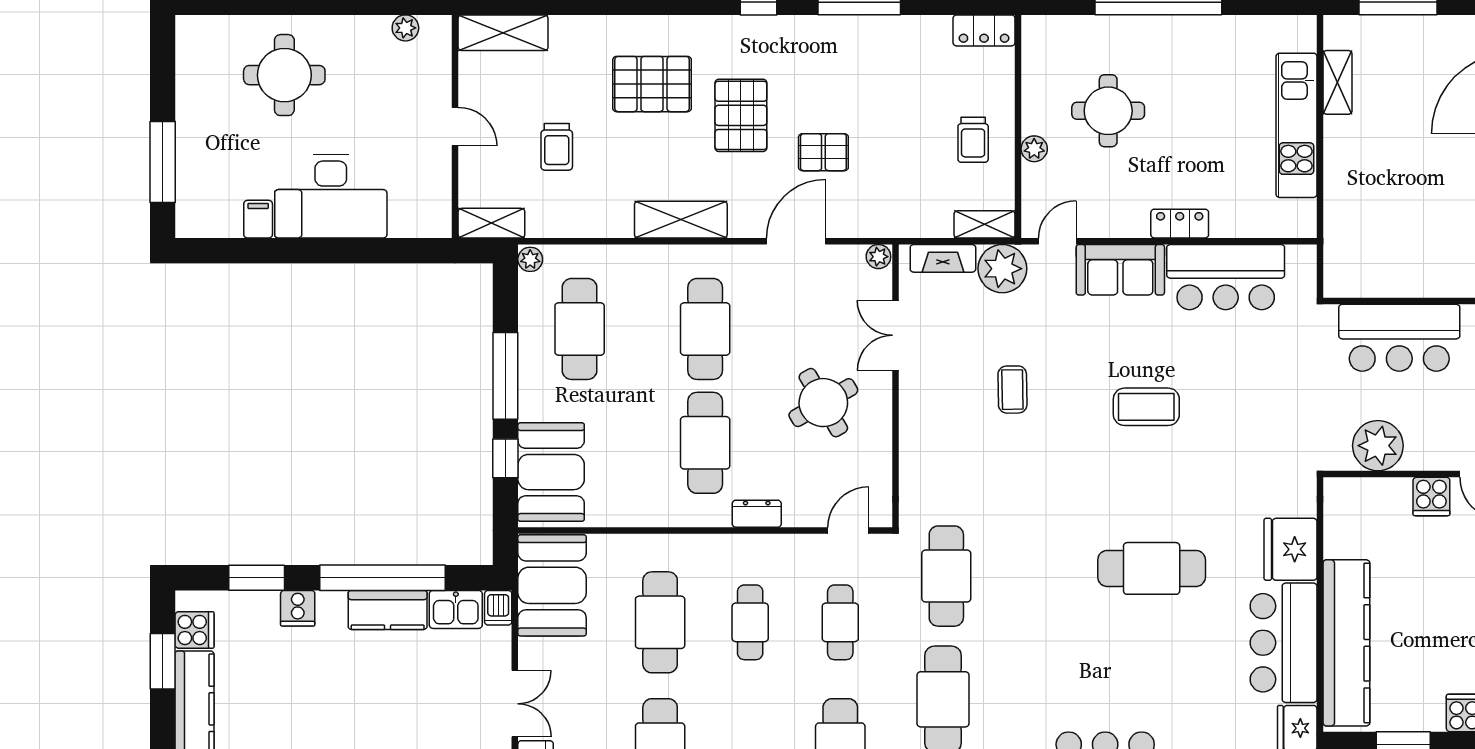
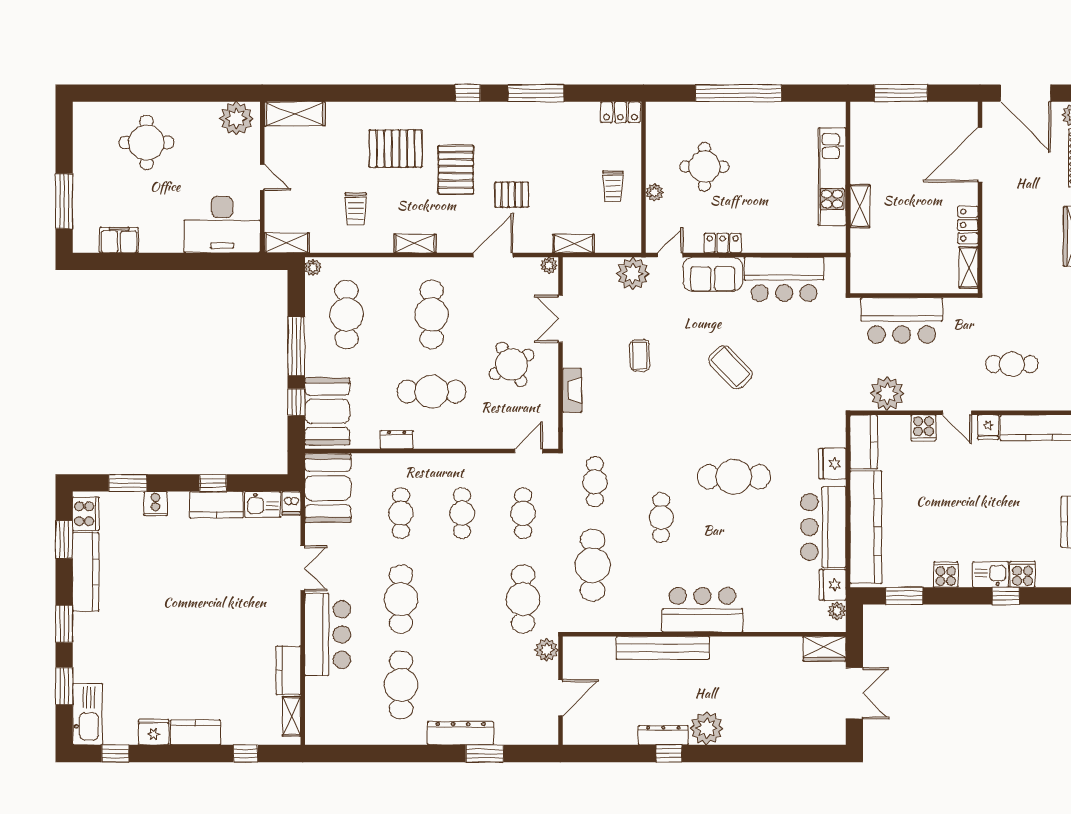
plant: (405, 28) -> (236, 118), width x1.87, depth x1.87
shelving: (1337, 82) -> (860, 206), moved
trolley: (557, 147) -> (356, 209), moved
desk: (331, 196) -> (222, 225), moved
filing cabinet: (258, 219) -> (119, 240), width x2.00
shelving: (681, 220) -> (415, 244), width x0.67, depth x0.75
shelving: (985, 224) -> (574, 244), moved
locker: (1180, 224) -> (723, 243), moved
fireplace: (943, 258) -> (572, 390), moved, turned -90
coffee table: (1146, 407) -> (730, 367), turned 46
cafe table: (705, 443) -> (432, 392), turned 90
dresser: (757, 514) -> (397, 440), moved
kitchen counter: (1343, 517) -> (864, 442), added
fridge: (1290, 549) -> (833, 464), width x0.73, depth x0.75
cafe table: (946, 576) -> (595, 482), width x0.73, depth x0.74
window: (383, 578) -> (213, 483), width x0.32
cafe table: (660, 622) -> (401, 513), width x0.73, depth x0.74
cafe table: (1044, 629) -> (661, 518), added
cooker: (195, 630) -> (86, 514), width x1.36

